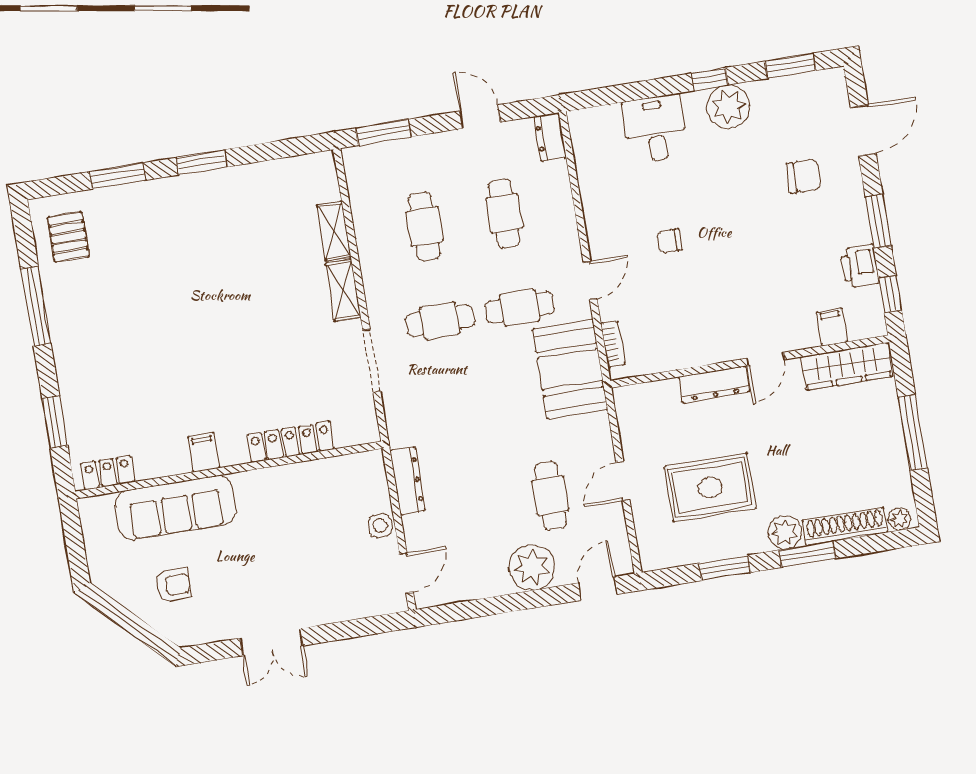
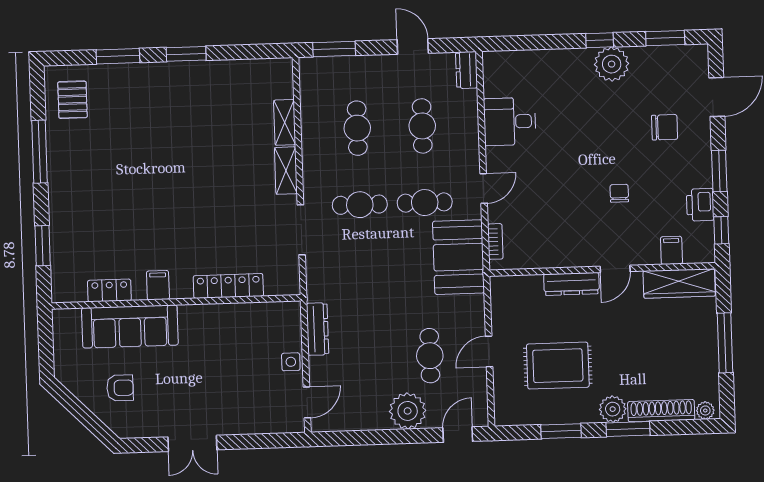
desk: (655, 129) -> (510, 122), moved, turned -90
chair: (670, 241) -> (619, 193), moved, turned 90
locker: (108, 473) -> (109, 290), moved

